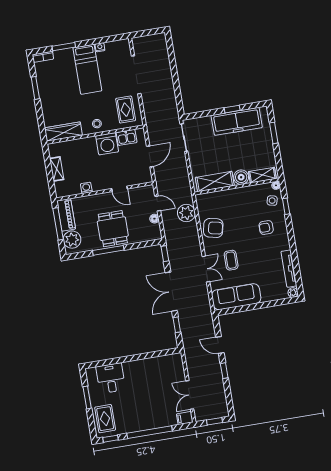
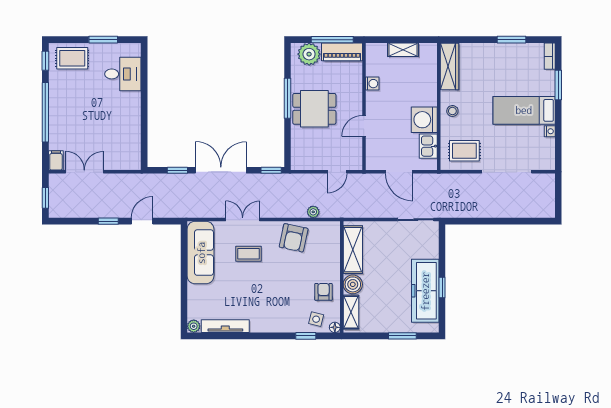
plant: (186, 213) -> (313, 212), width x0.53, depth x0.53
floor lamp: (154, 219) -> (318, 164), removed
armchair: (266, 228) -> (324, 292), moved
double door: (206, 269) -> (243, 220), swing flipped

